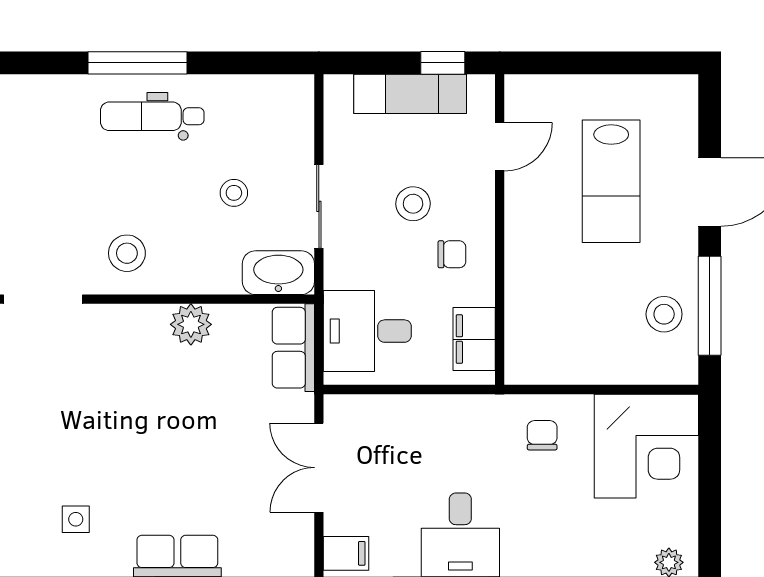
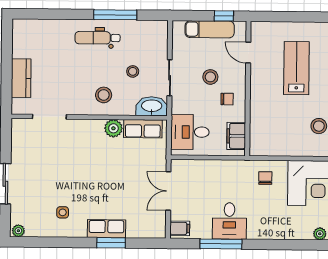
window: (138, 63) -> (115, 15), moved
door: (500, 147) -> (248, 53), swing flipped
lab bench: (611, 181) -> (296, 68), turned 180
stool: (127, 253) -> (104, 95), moved
row of seats: (293, 348) -> (143, 129), moved, turned -90

